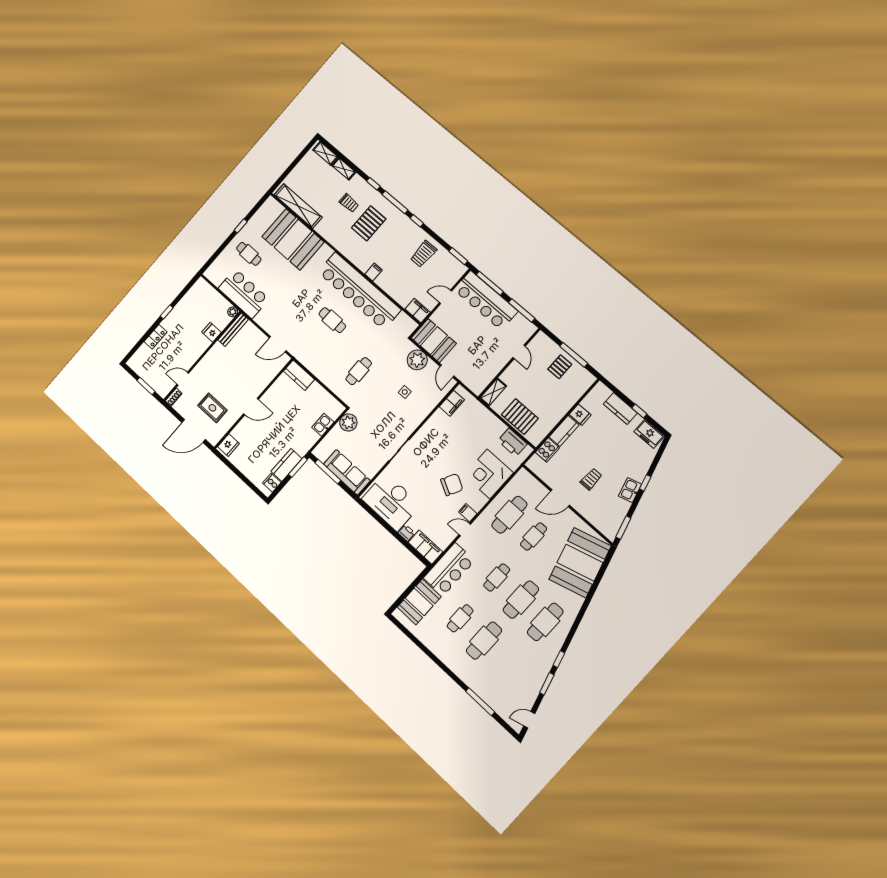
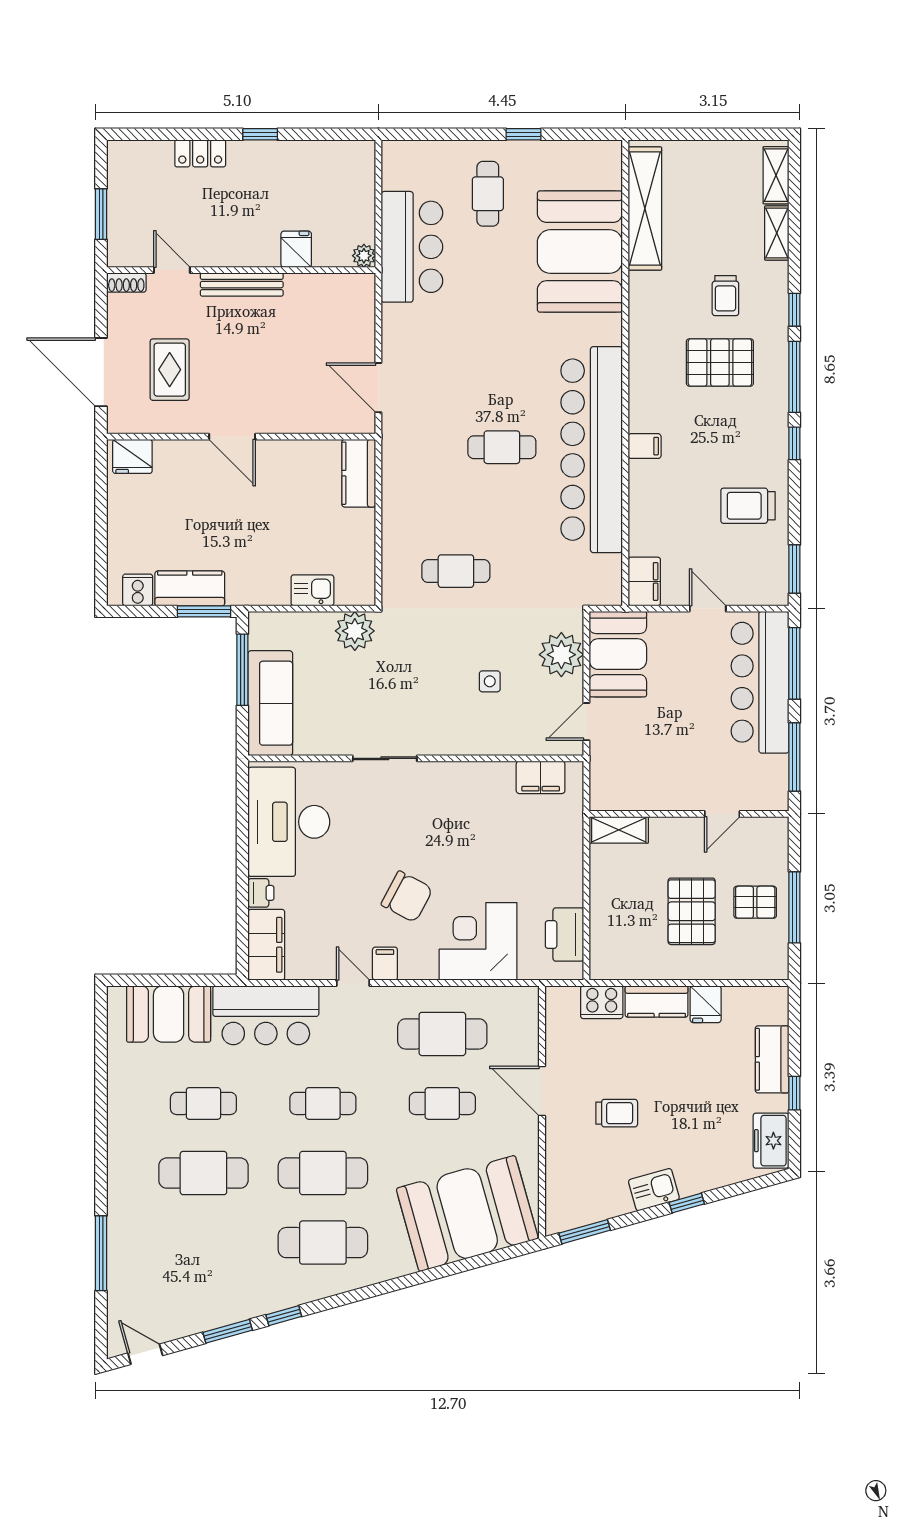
cafe table: (332, 320) -> (502, 447), turned 90
bench: (233, 330) -> (242, 285), moved
pallet: (520, 417) -> (692, 911), moved

